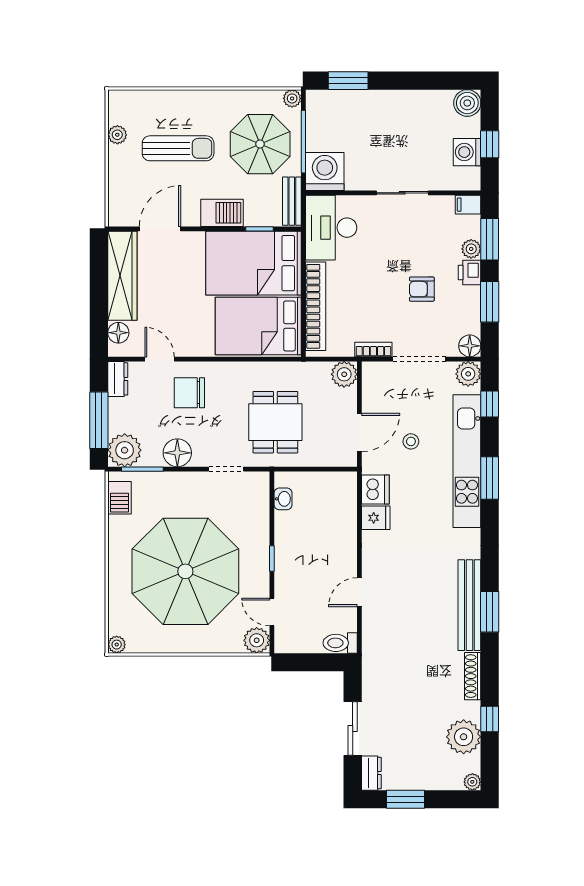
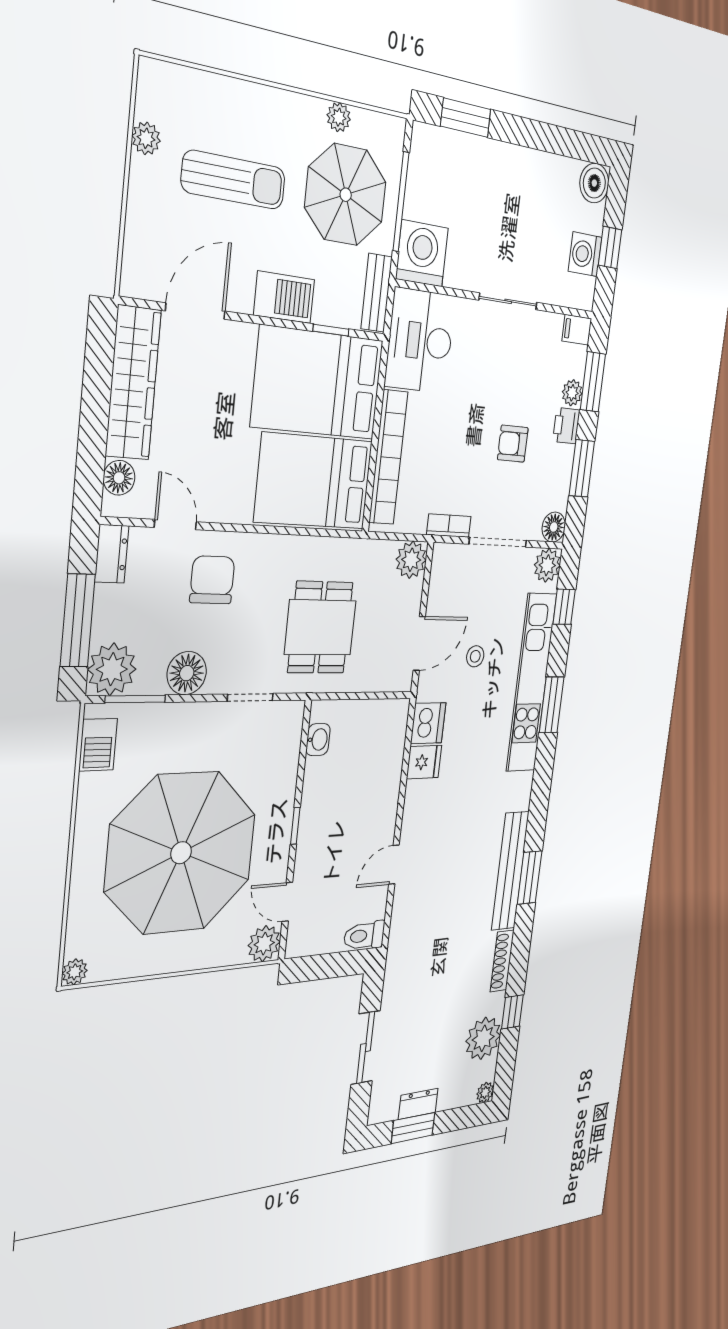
plant: (292, 98) -> (339, 117), moved
chair: (189, 393) -> (212, 580), turned 90
dresser: (371, 773) -> (418, 1104), moved, turned -90

